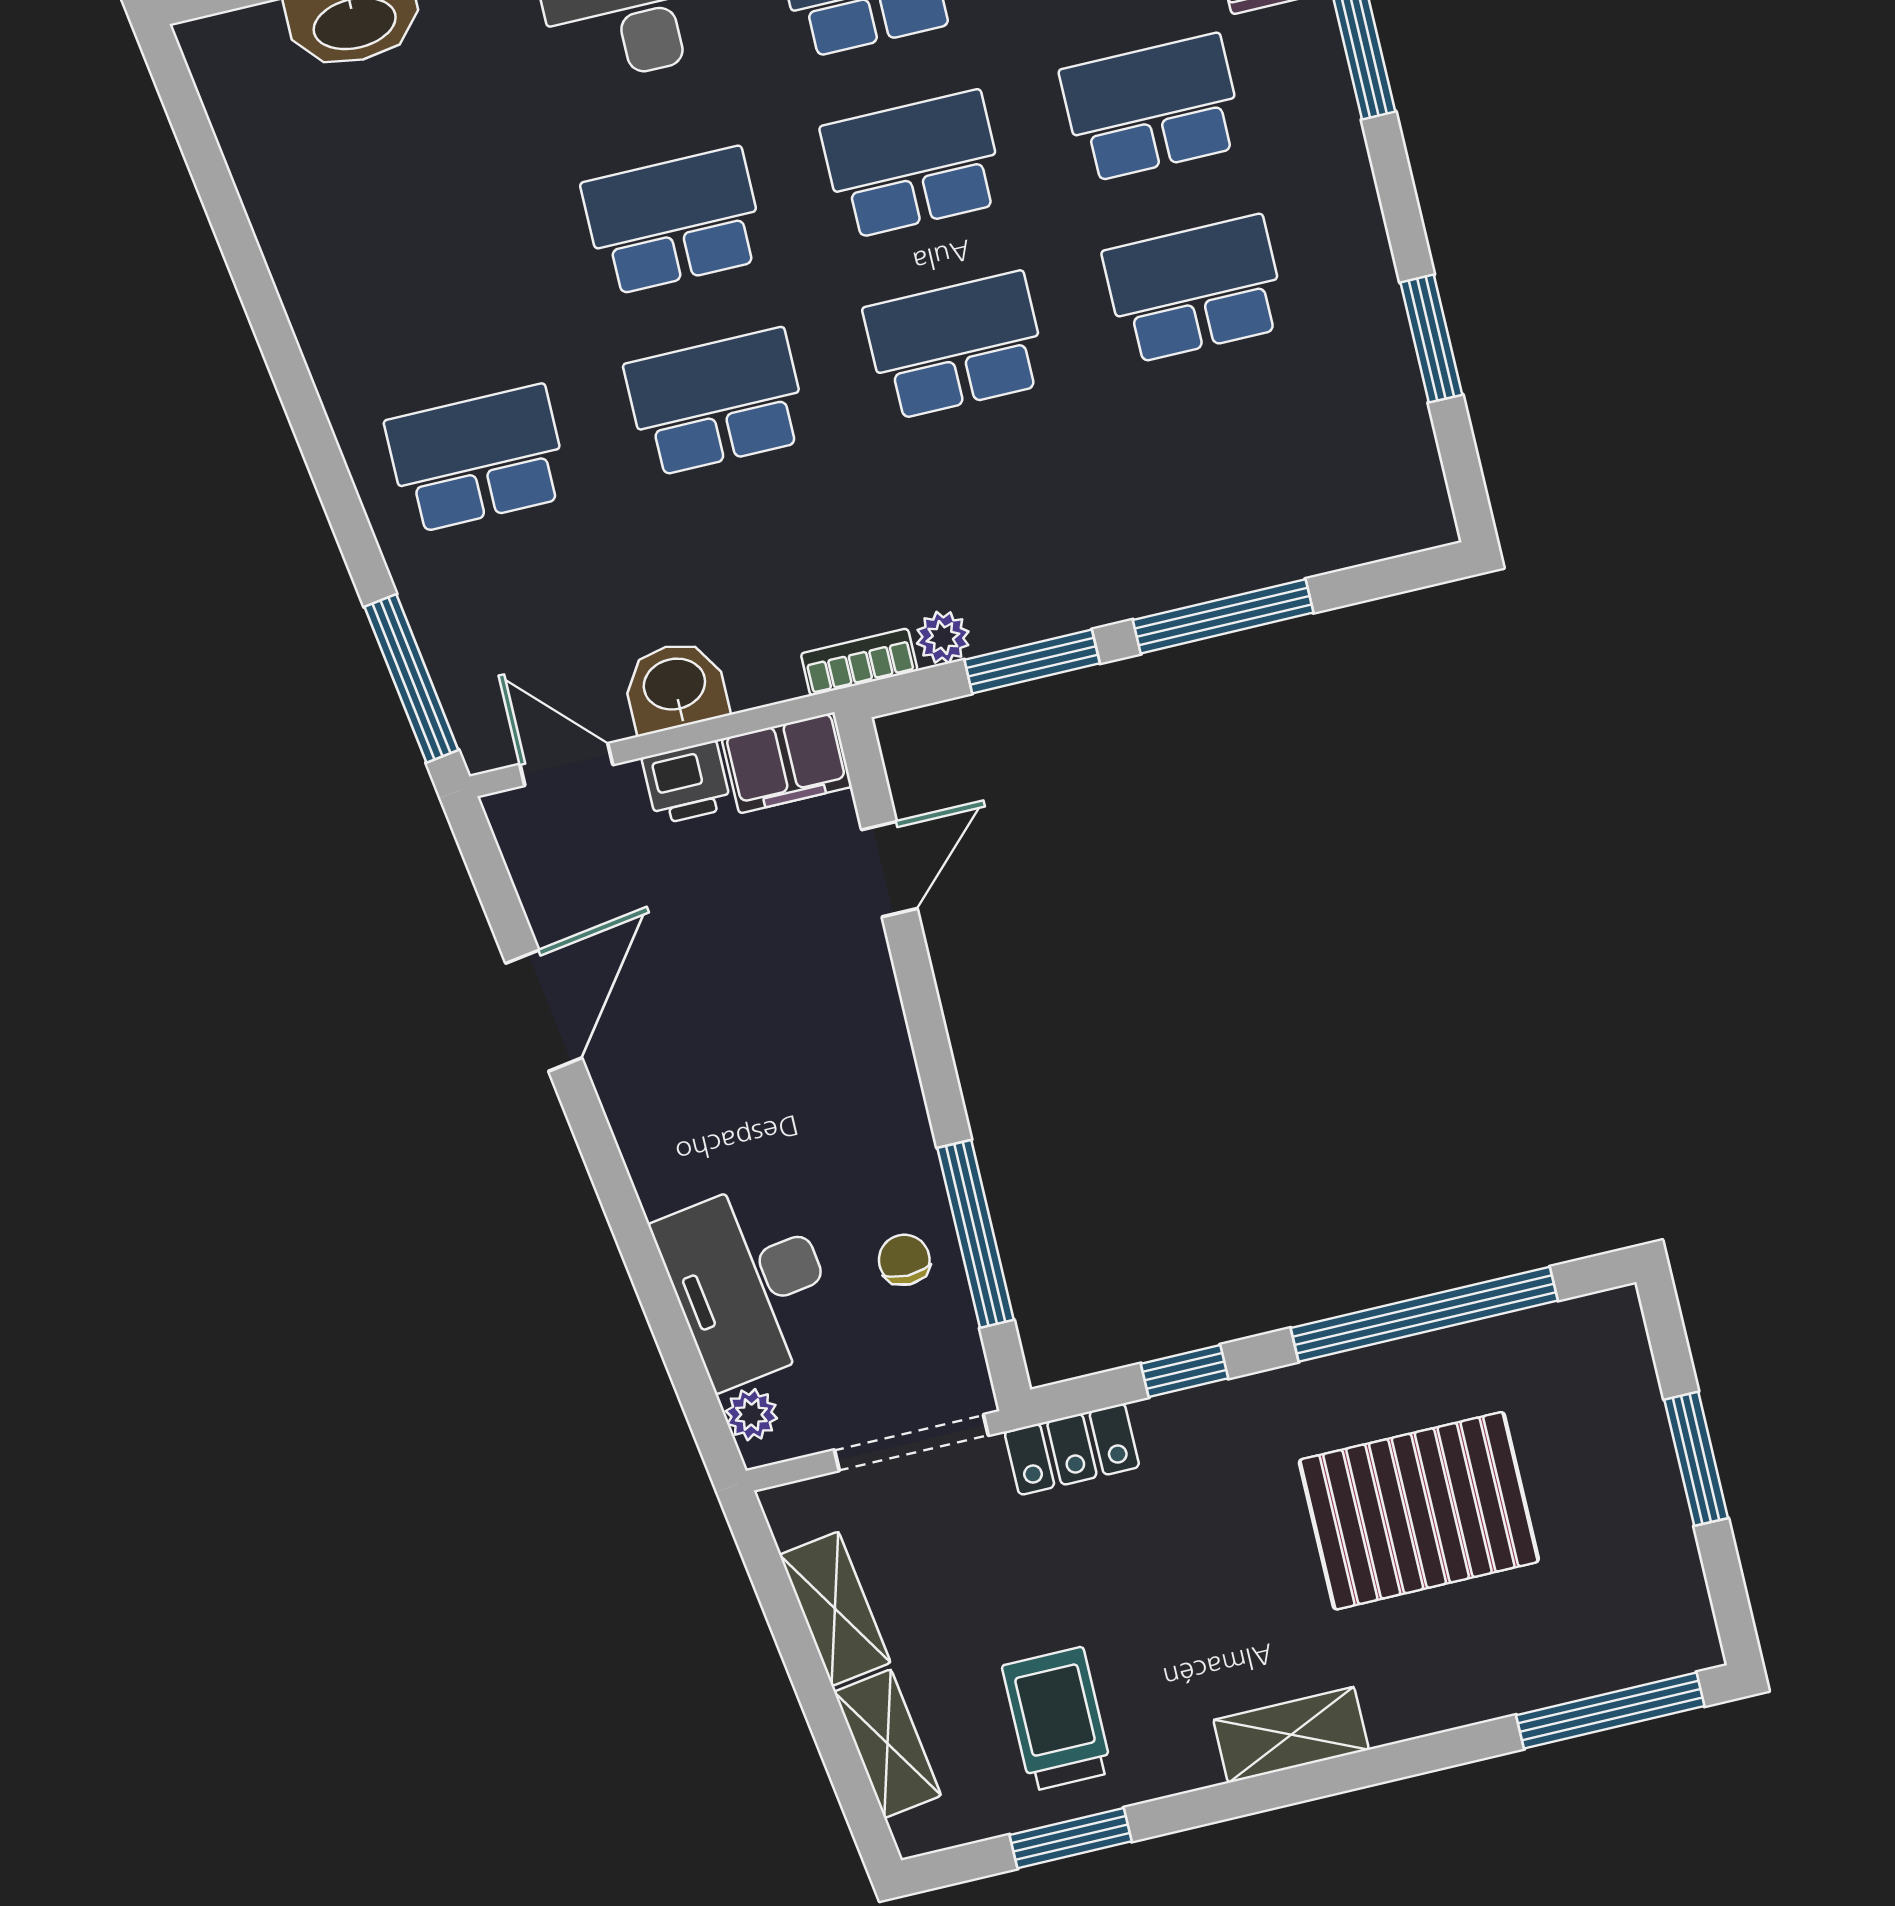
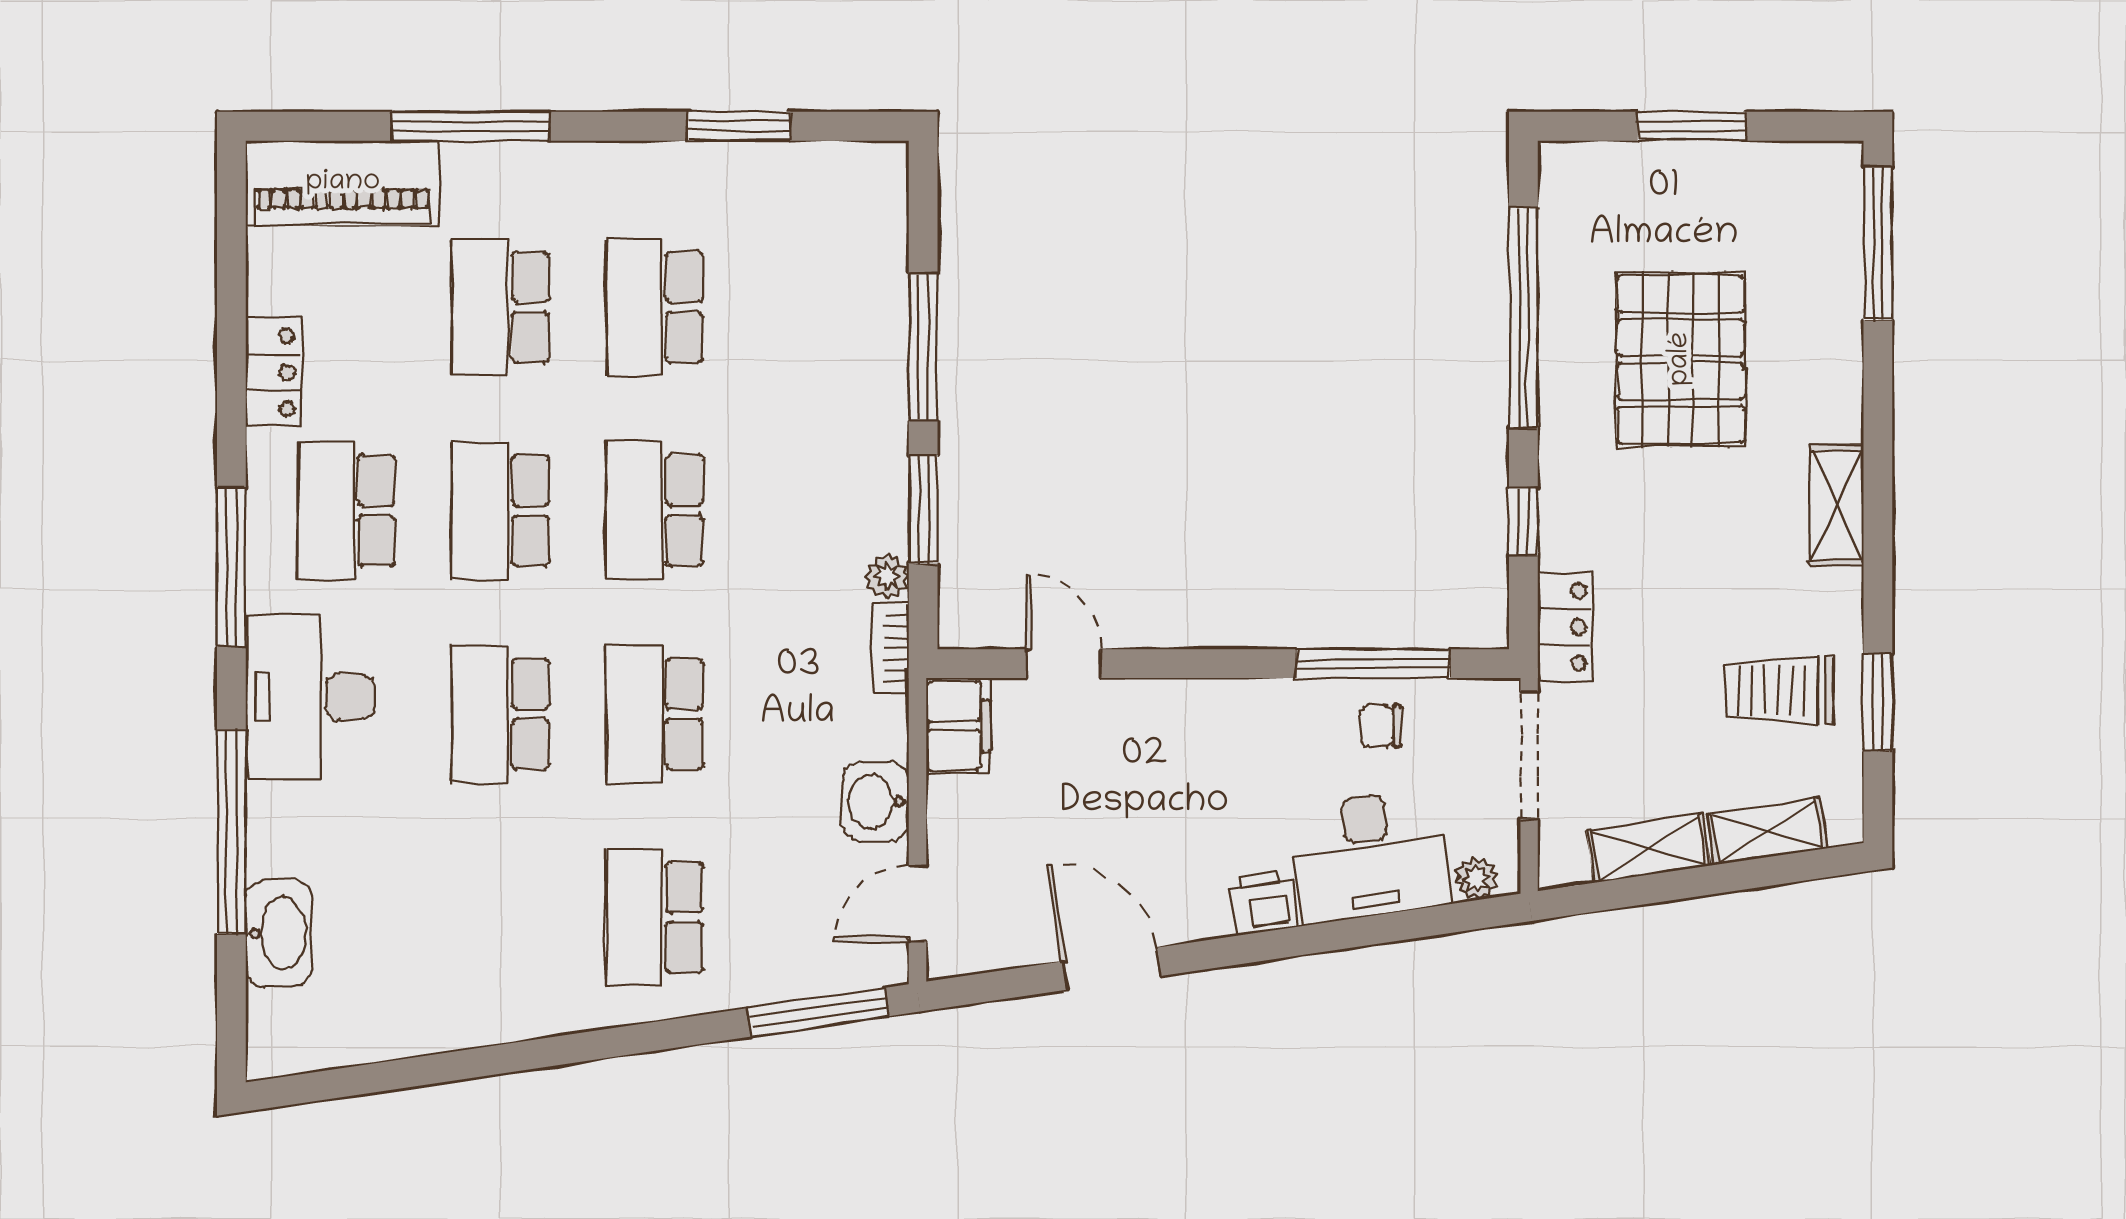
printer: (687, 783) -> (1263, 903), moved, turned -98

